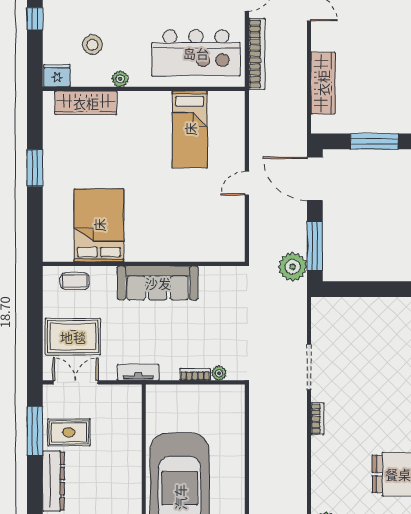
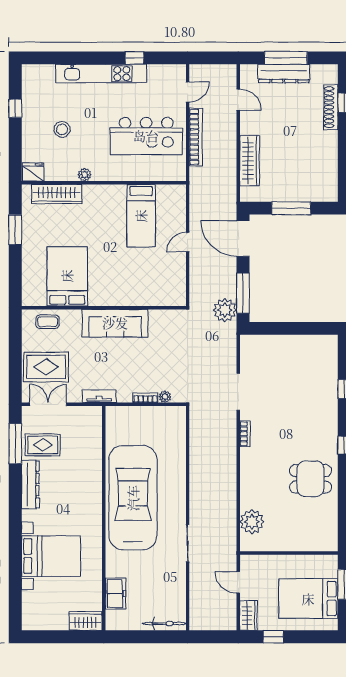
fridge: (57, 76) -> (33, 172), moved
plant: (120, 79) -> (85, 175), moved
wall: (144, 89) -> (104, 183), moved
wardrobe: (86, 103) -> (57, 194), moved
bed: (190, 129) -> (141, 216), moved

